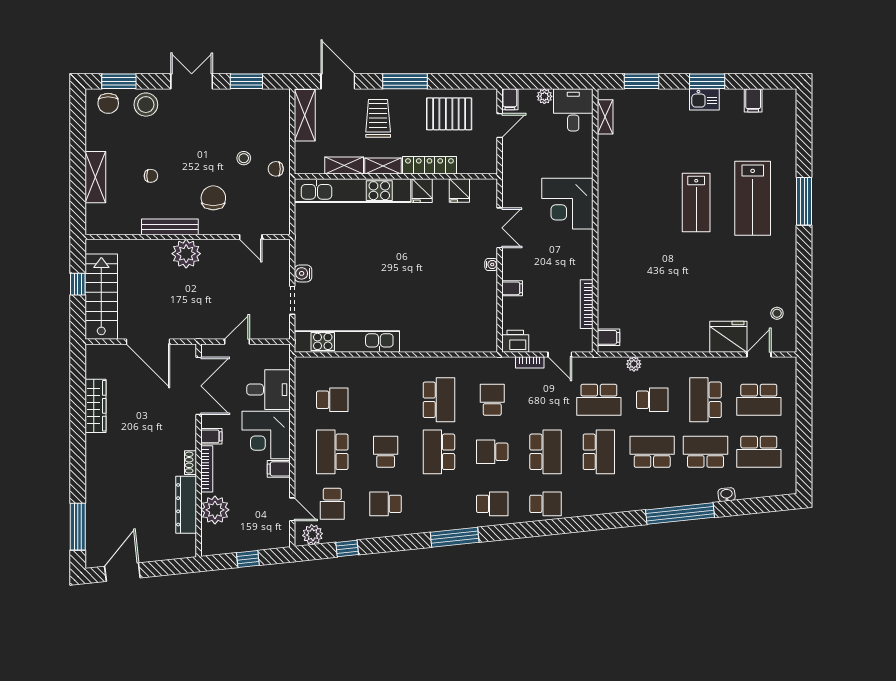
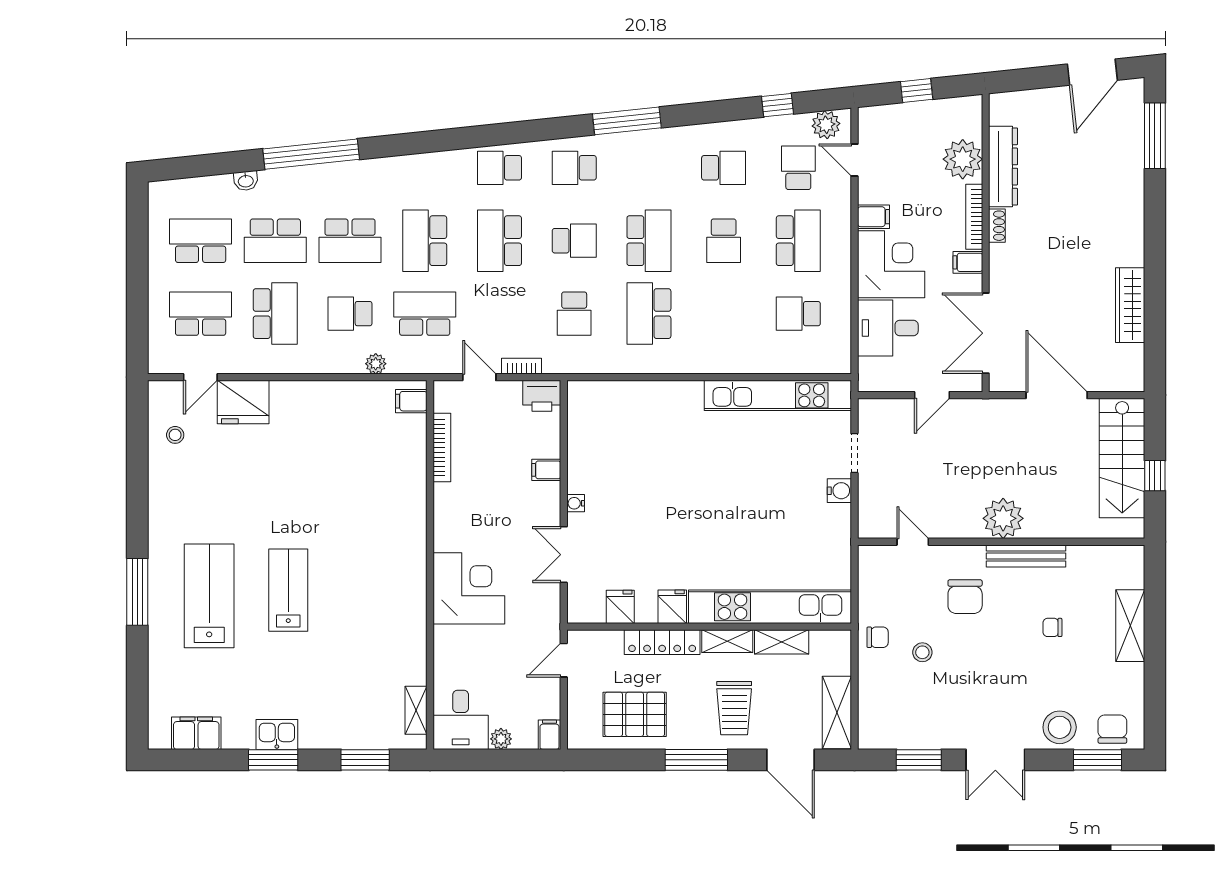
filing cabinet: (753, 100) -> (196, 733), width x2.00
door: (500, 126) -> (564, 660), moved

